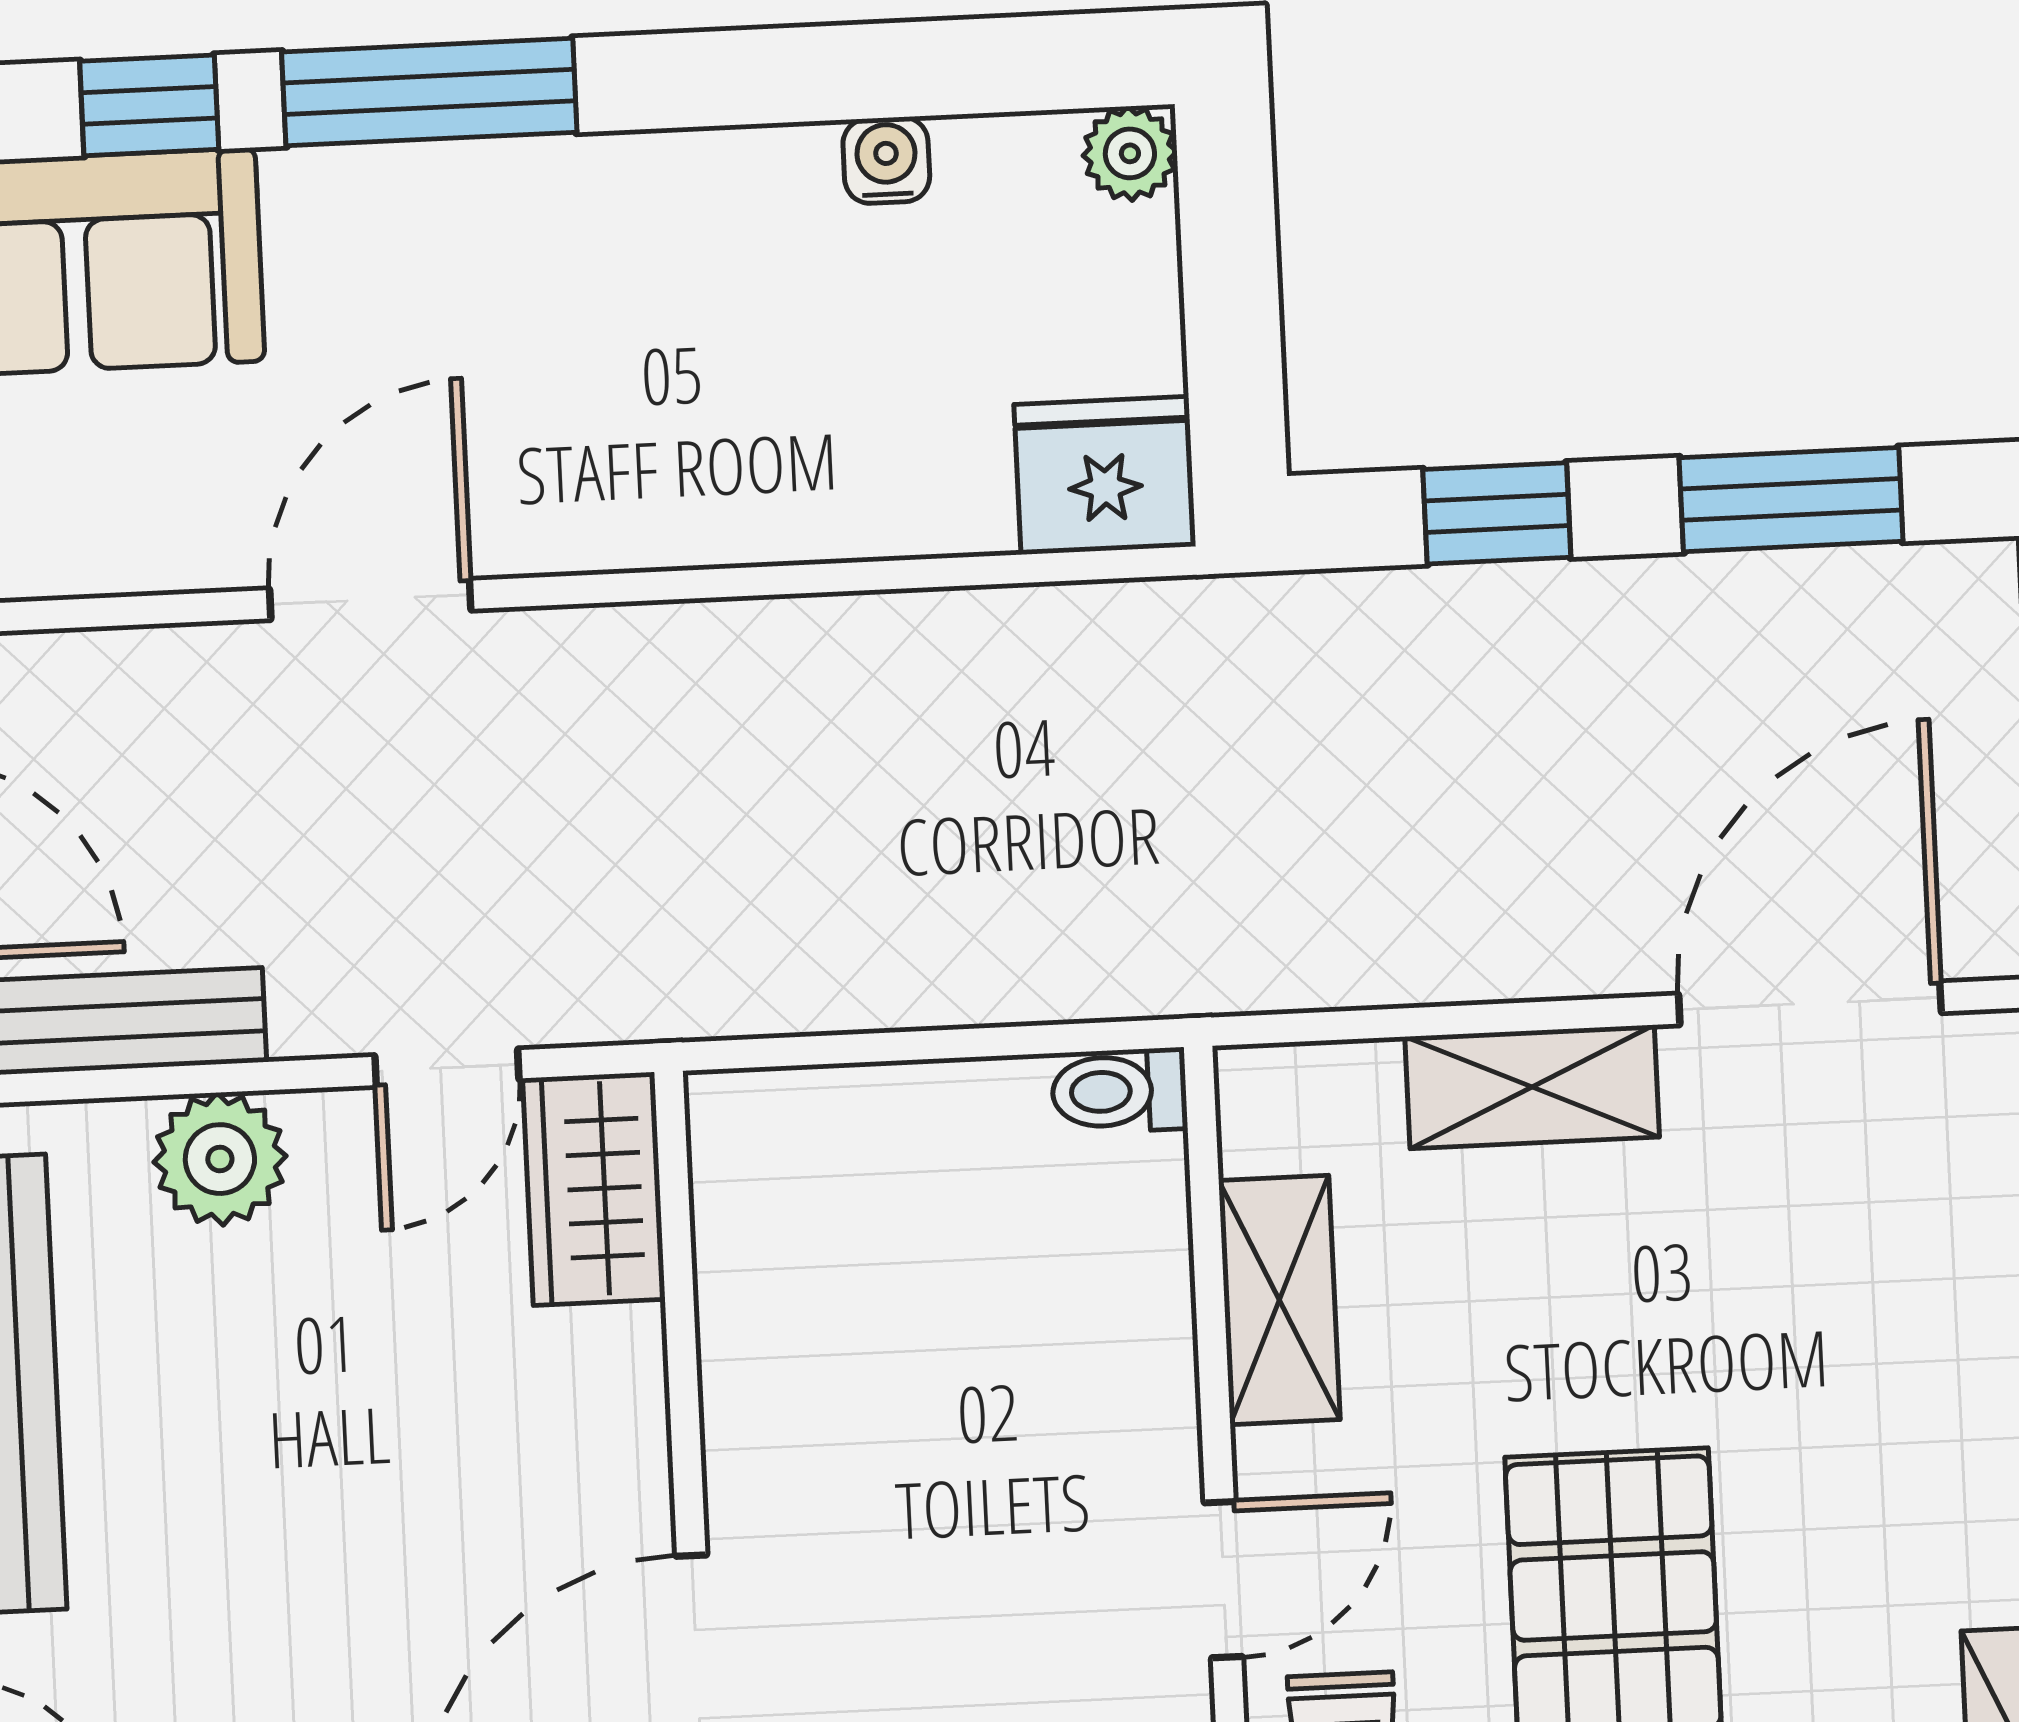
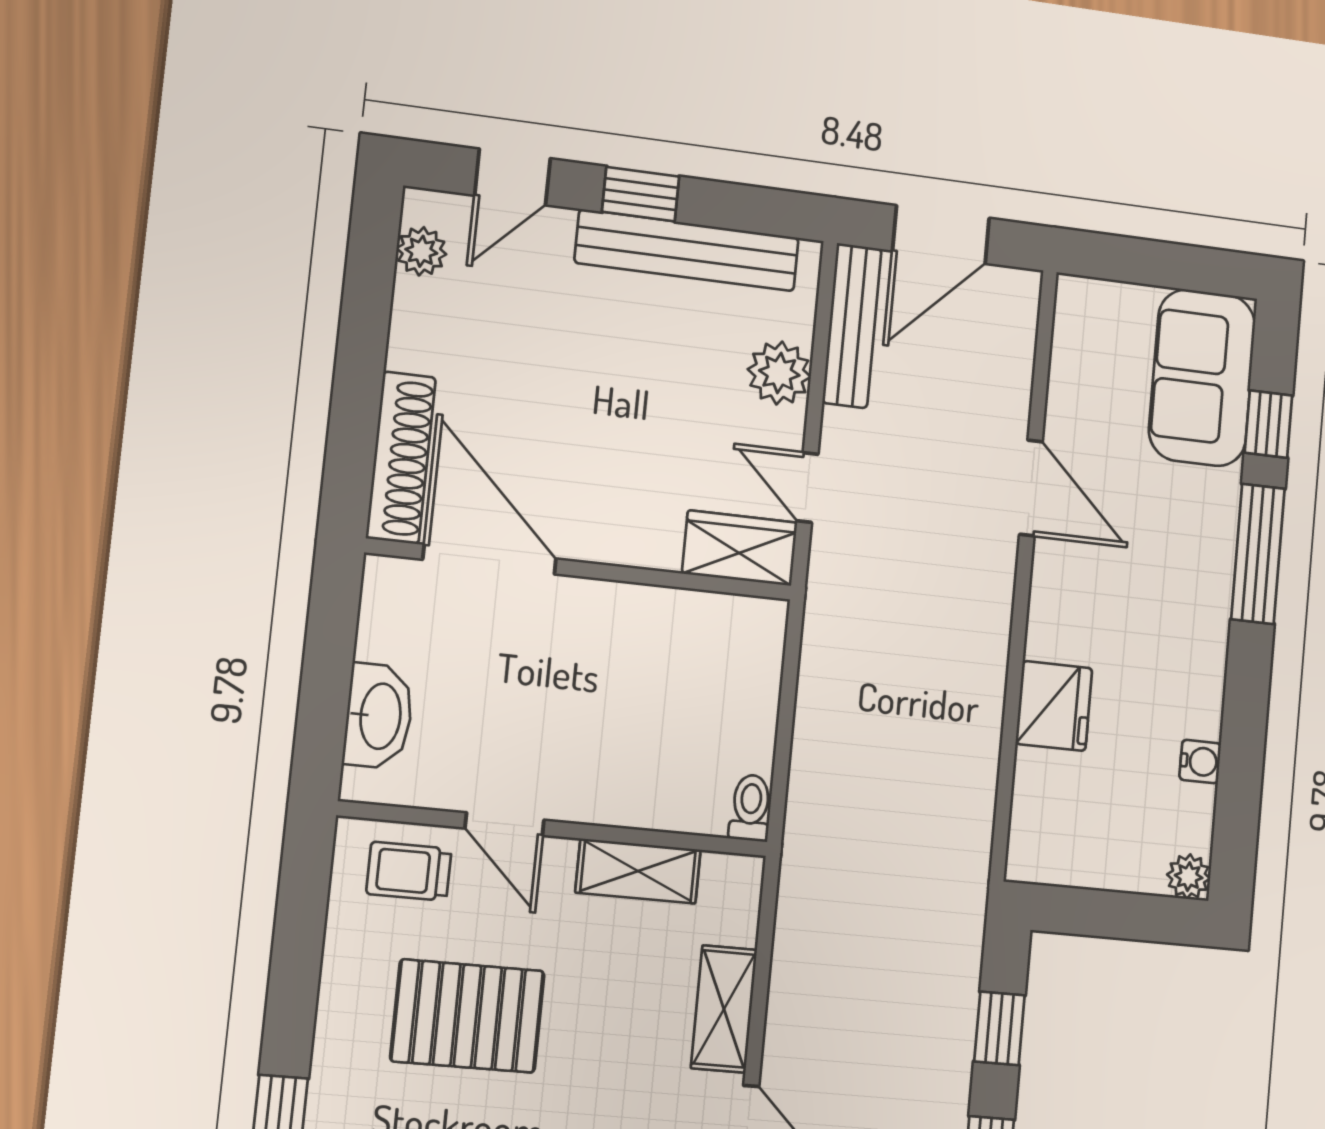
fridge: (1105, 475) -> (1054, 706), moved

